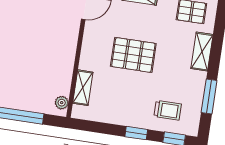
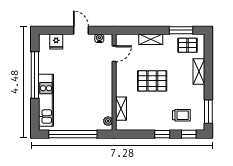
window: (209, 97) -> (208, 112), moved

